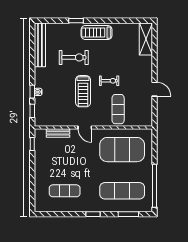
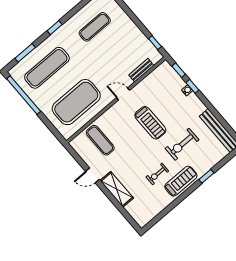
shelving: (146, 39) -> (117, 189), moved
exercise bike: (109, 81) -> (157, 174), moved
treadmill: (83, 91) -> (150, 123), turned 180
exercise mat: (118, 109) -> (100, 140), moved

